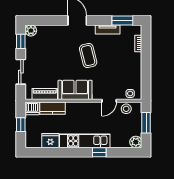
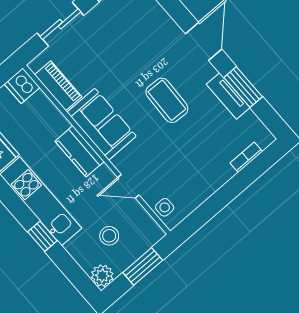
window: (122, 20) -> (243, 87), moved
coffee table: (88, 56) -> (167, 100), turned -74
kitchen counter: (53, 108) -> (80, 151), moved
stool: (126, 109) -> (109, 236), moved

